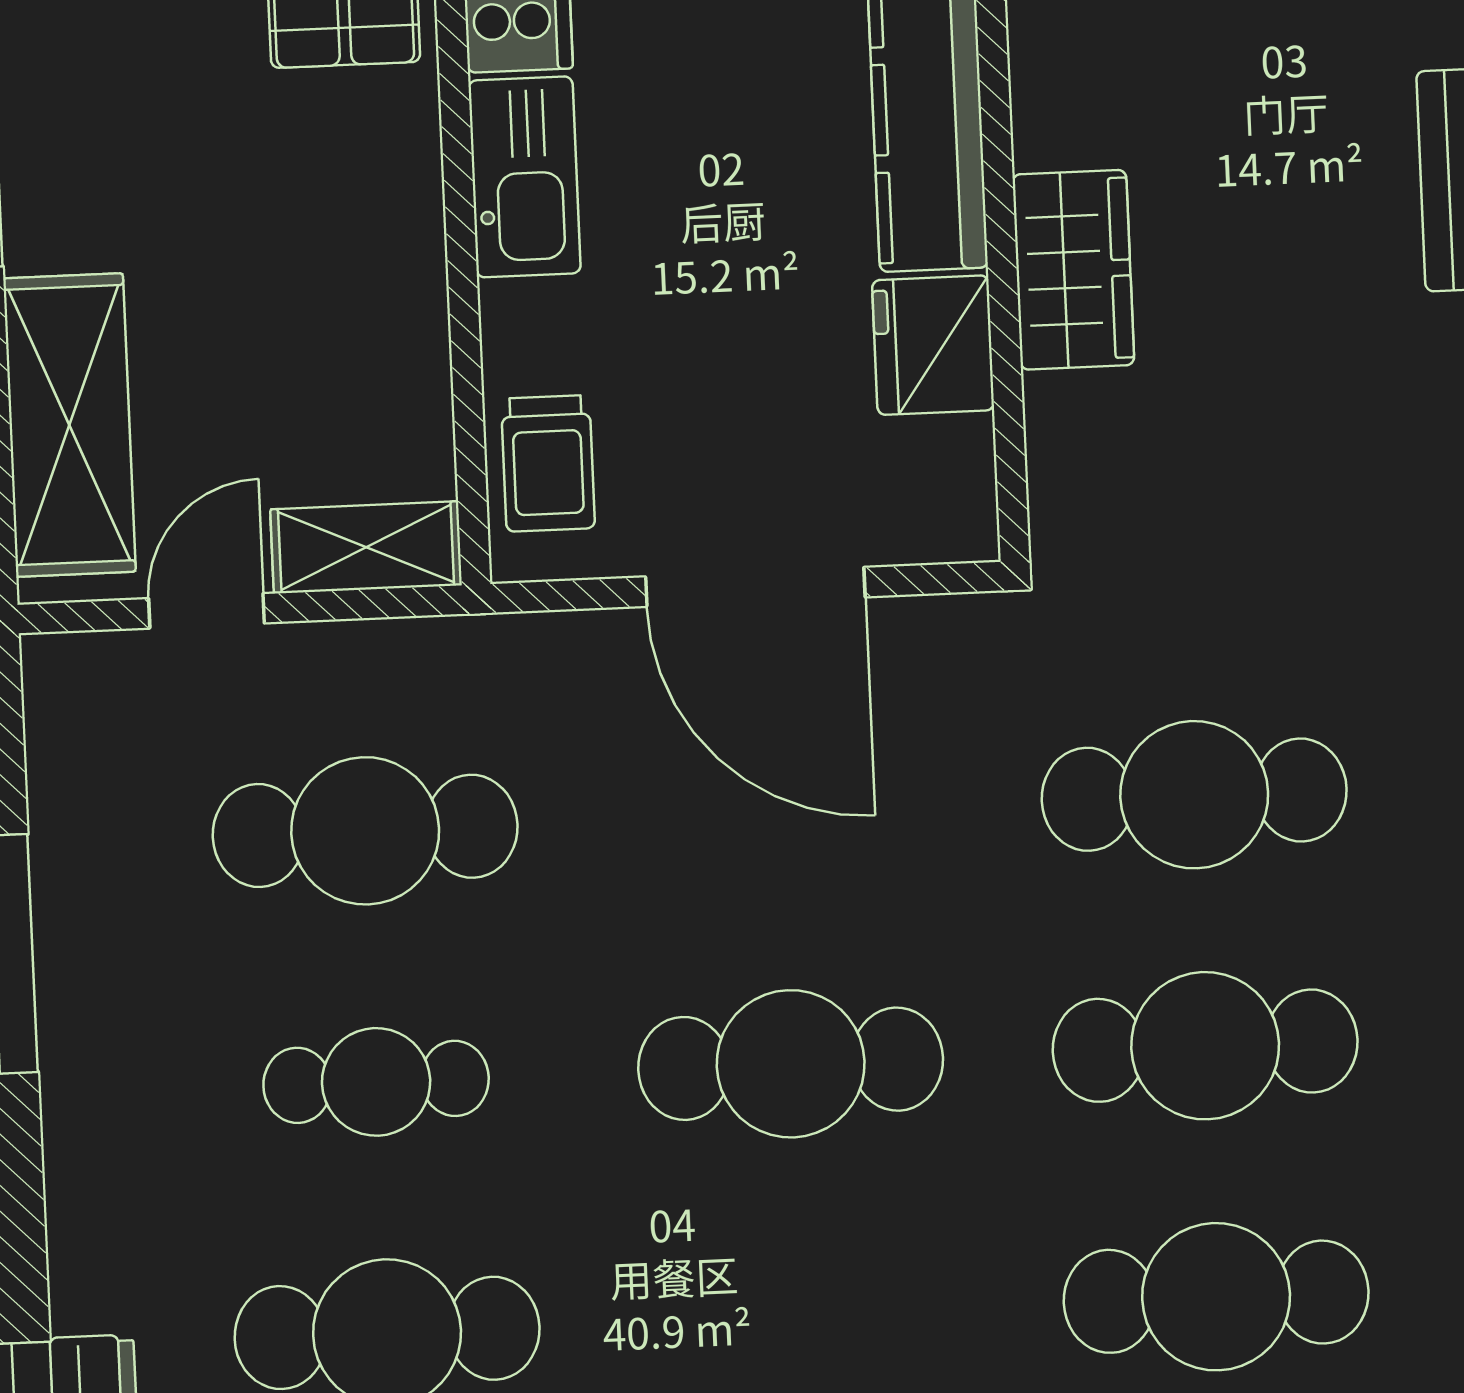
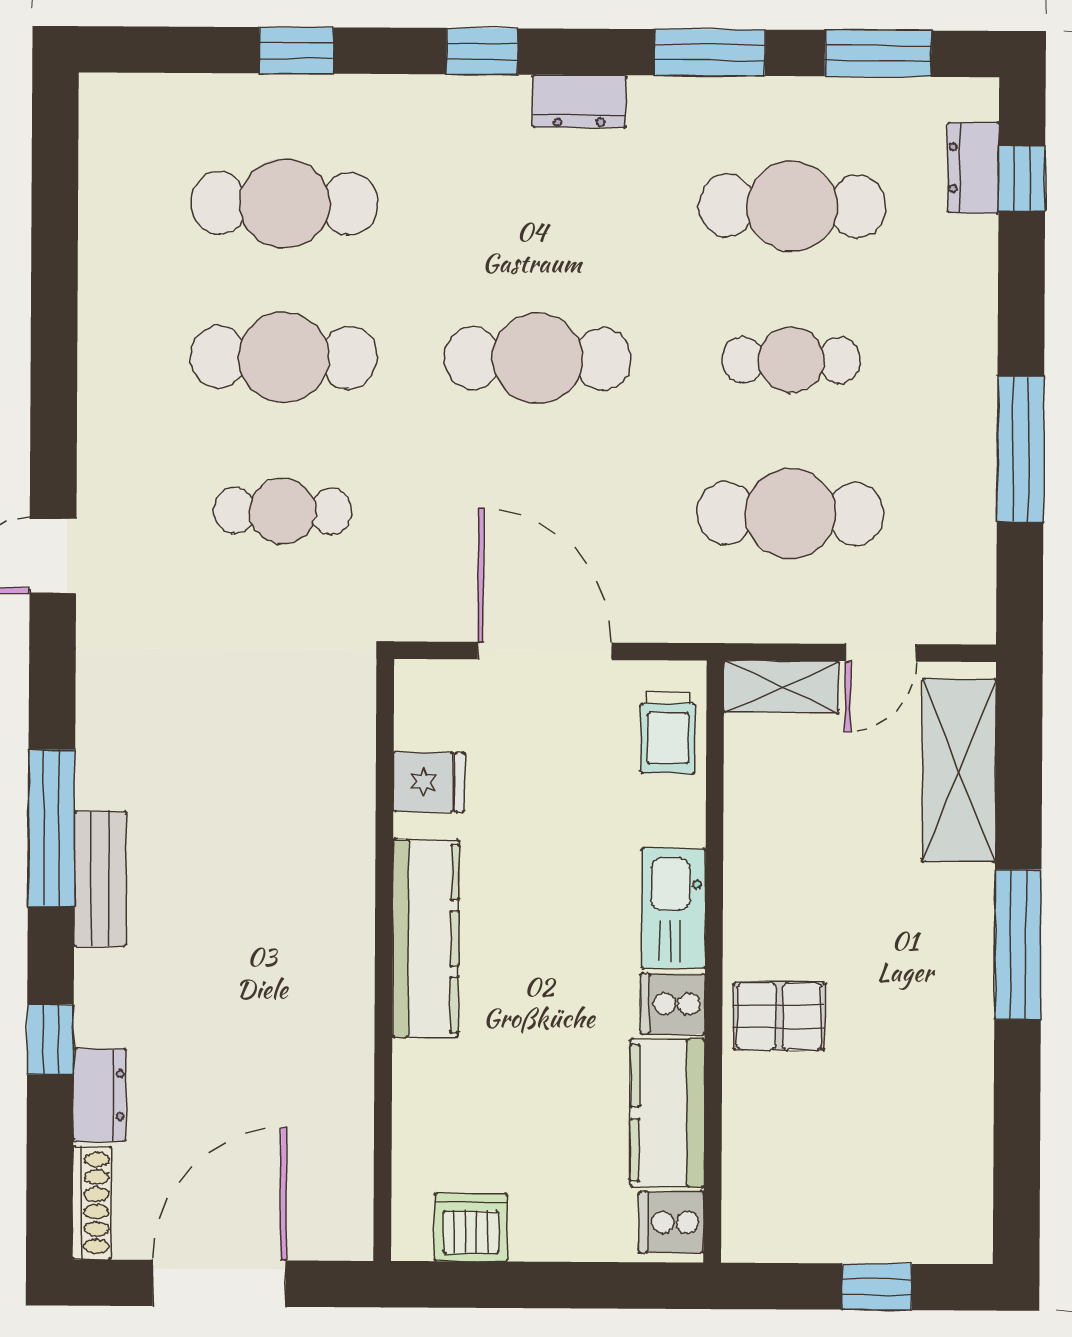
wardrobe: (1073, 270) -> (341, 835), removed
fridge: (933, 345) -> (429, 782), width x0.72
trolley: (548, 463) -> (668, 733), turned 180
cafe table: (1194, 795) -> (283, 511), width x0.73, depth x0.74

